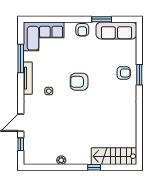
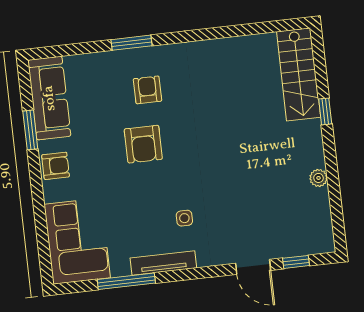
armchair: (124, 73) -> (147, 90), moved
armchair: (79, 82) -> (143, 144), moved

